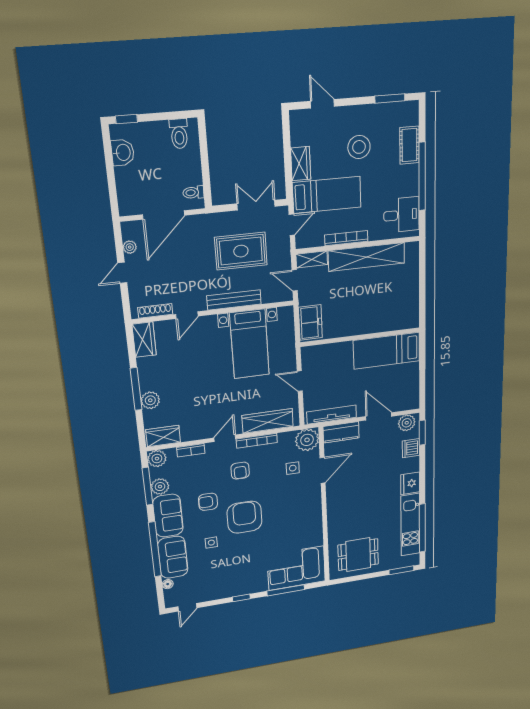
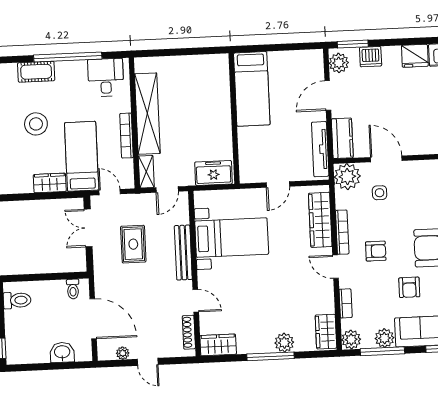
washbasin: (123, 152) -> (62, 352), moved
rug: (241, 251) -> (133, 244), width x0.73, depth x0.70

